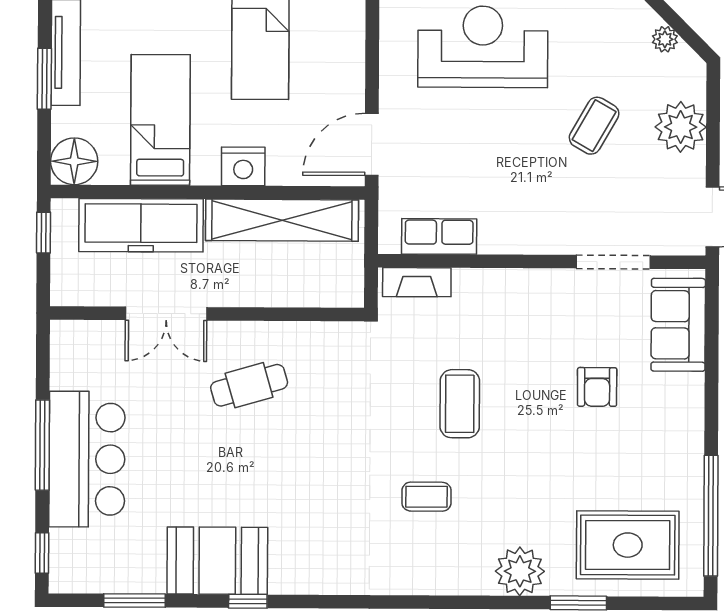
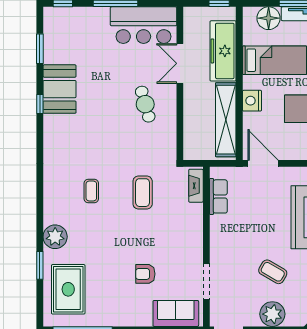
floor lamp: (74, 161) -> (269, 18), moved
coffee table: (460, 404) -> (143, 193), moved, turned 90
bar counter: (87, 459) -> (144, 25), moved

